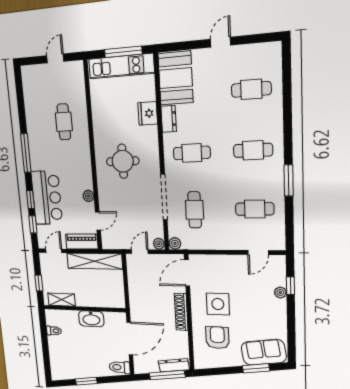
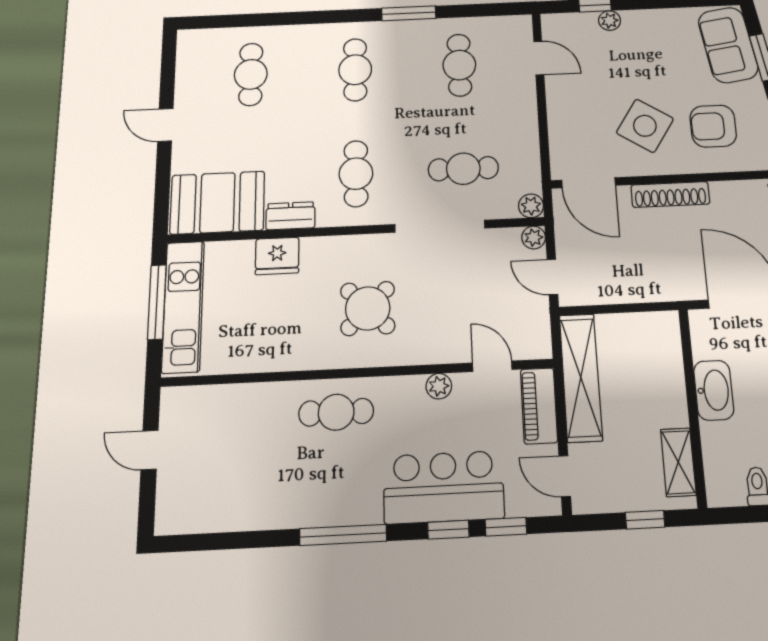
cafe table: (64, 122) -> (336, 412), moved
round table: (123, 161) -> (368, 308), turned 45
side table: (218, 304) -> (645, 126), turned 33

